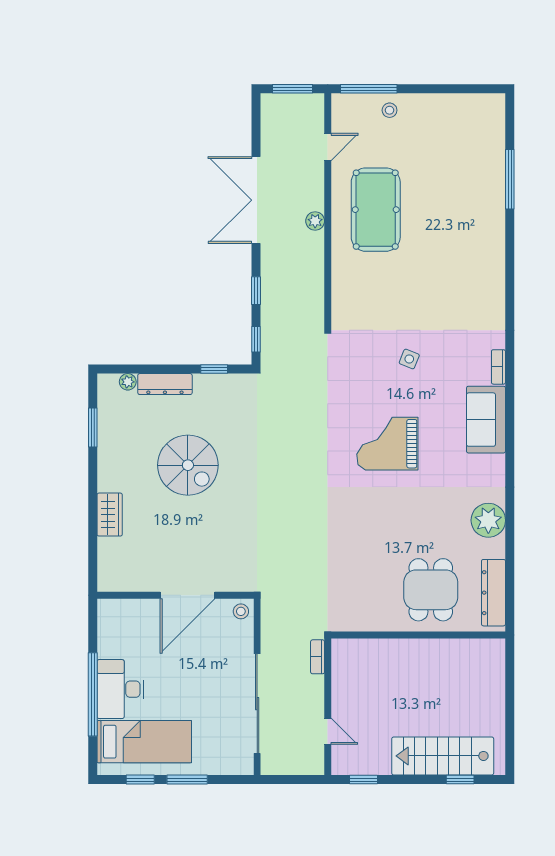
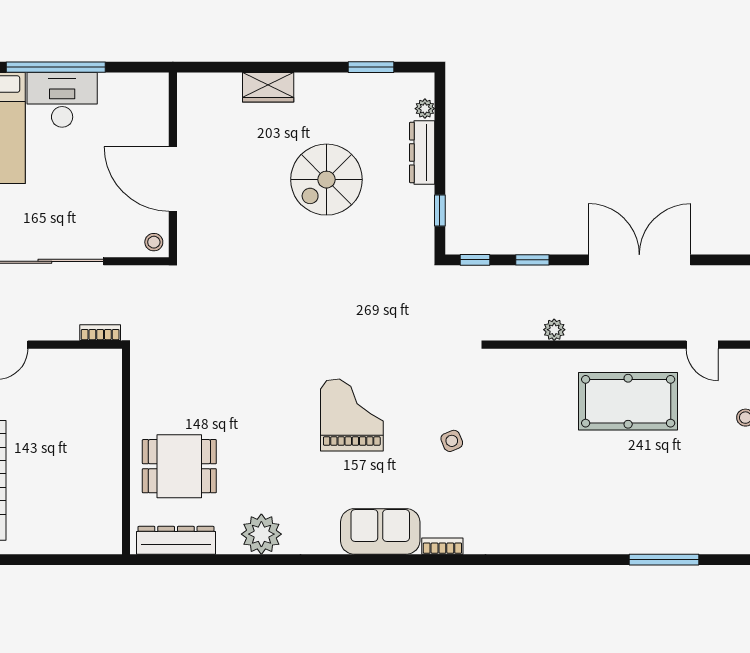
plant: (315, 221) -> (554, 330), moved
side table: (409, 359) -> (452, 441), turned 45

